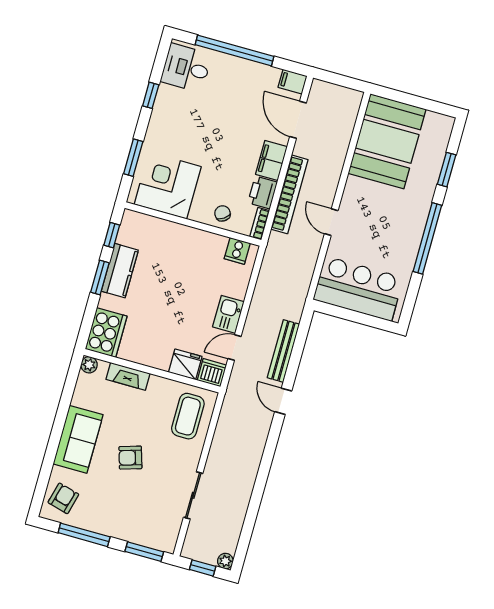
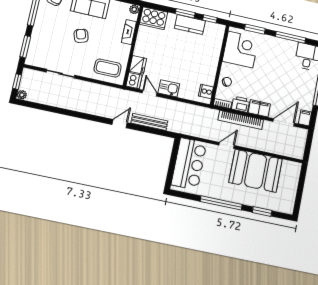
window: (151, 95) -> (291, 37), width x2.17
booth: (387, 141) -> (256, 171), moved

